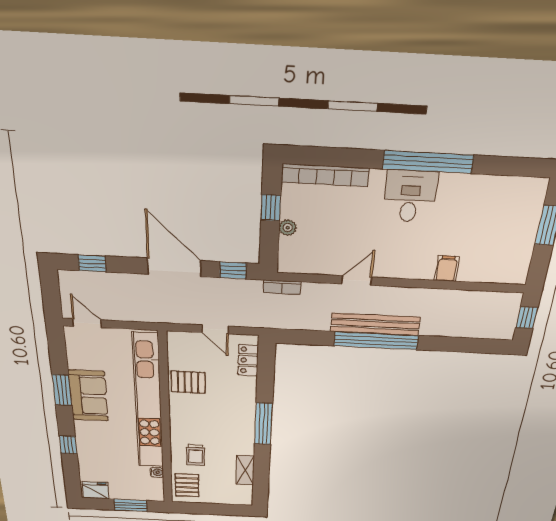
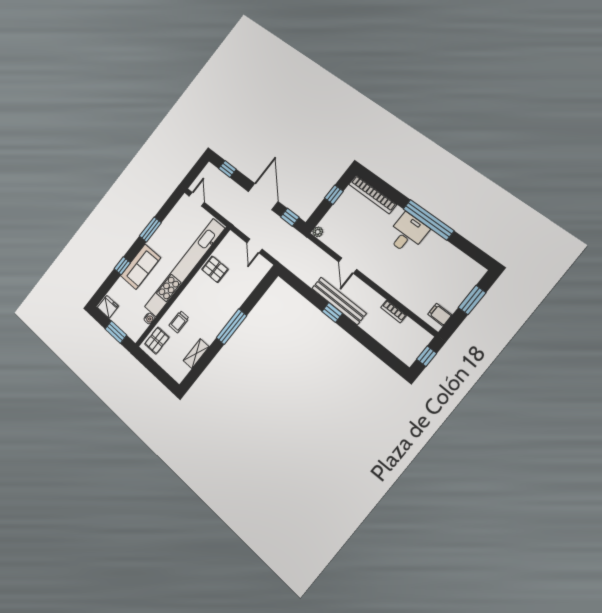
plant: (288, 228) -> (318, 232), moved
filing cabinet: (447, 269) -> (440, 315), moved, turned -90
door: (357, 280) -> (348, 266), swing flipped
bookcase: (282, 287) -> (393, 311), moved
window: (376, 341) -> (332, 313), width x0.32
locker: (248, 360) -> (256, 277), removed
sofa: (88, 396) -> (140, 267), moved

